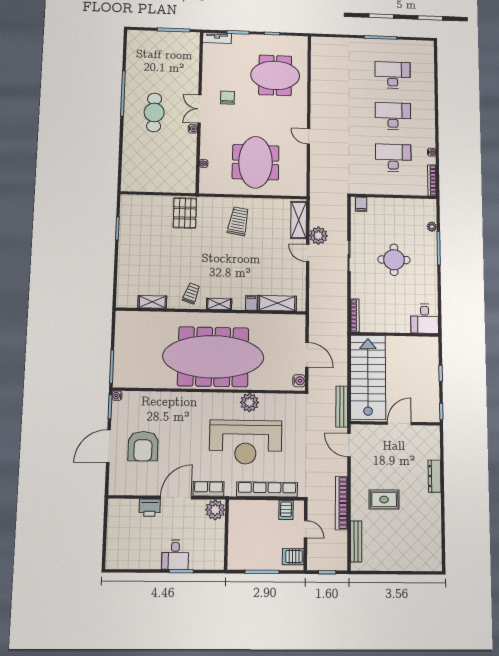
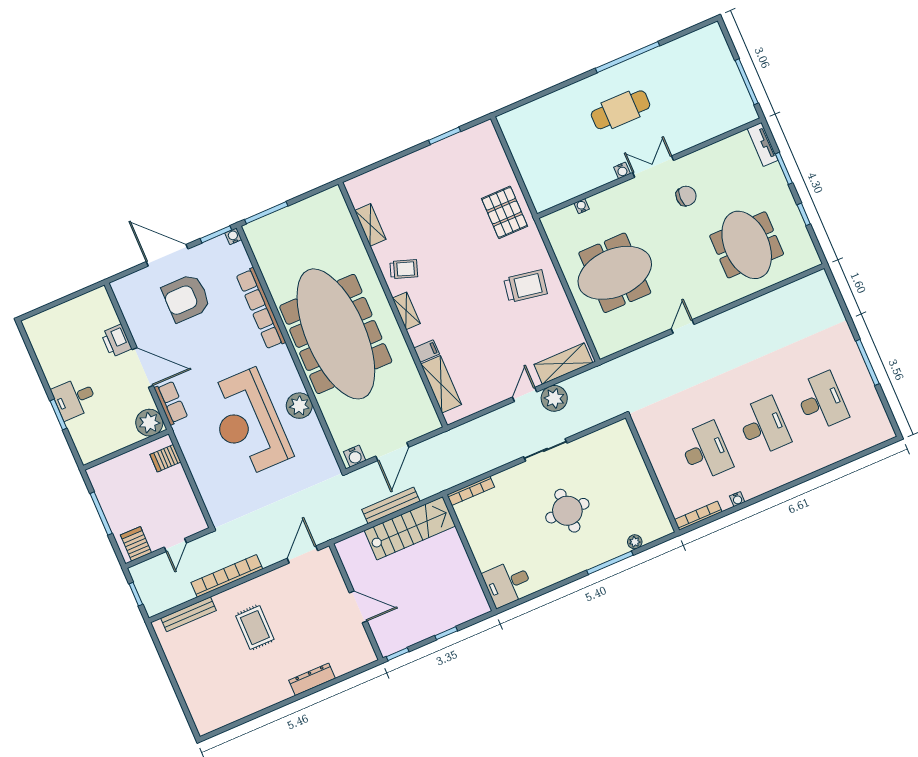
filing cabinet: (361, 204) -> (622, 436), removed
pallet: (185, 213) -> (505, 212), turned 90
stairs: (368, 377) -> (410, 528), width x0.73, depth x0.66
bench: (342, 407) -> (391, 505), moved
row of seats: (267, 489) -> (261, 309), moved, turned 180
server rack: (286, 510) -> (165, 458), moved

